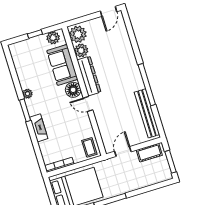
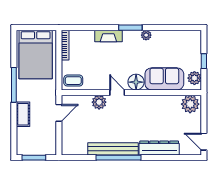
plant: (81, 50) -> (99, 102), moved
dresser: (89, 76) -> (159, 148), moved, turned 180
door: (88, 104) -> (117, 93), hinge flipped
bench: (147, 113) -> (113, 149), moved
door: (123, 152) -> (59, 113), hinge flipped
cot: (149, 153) -> (23, 114), moved

